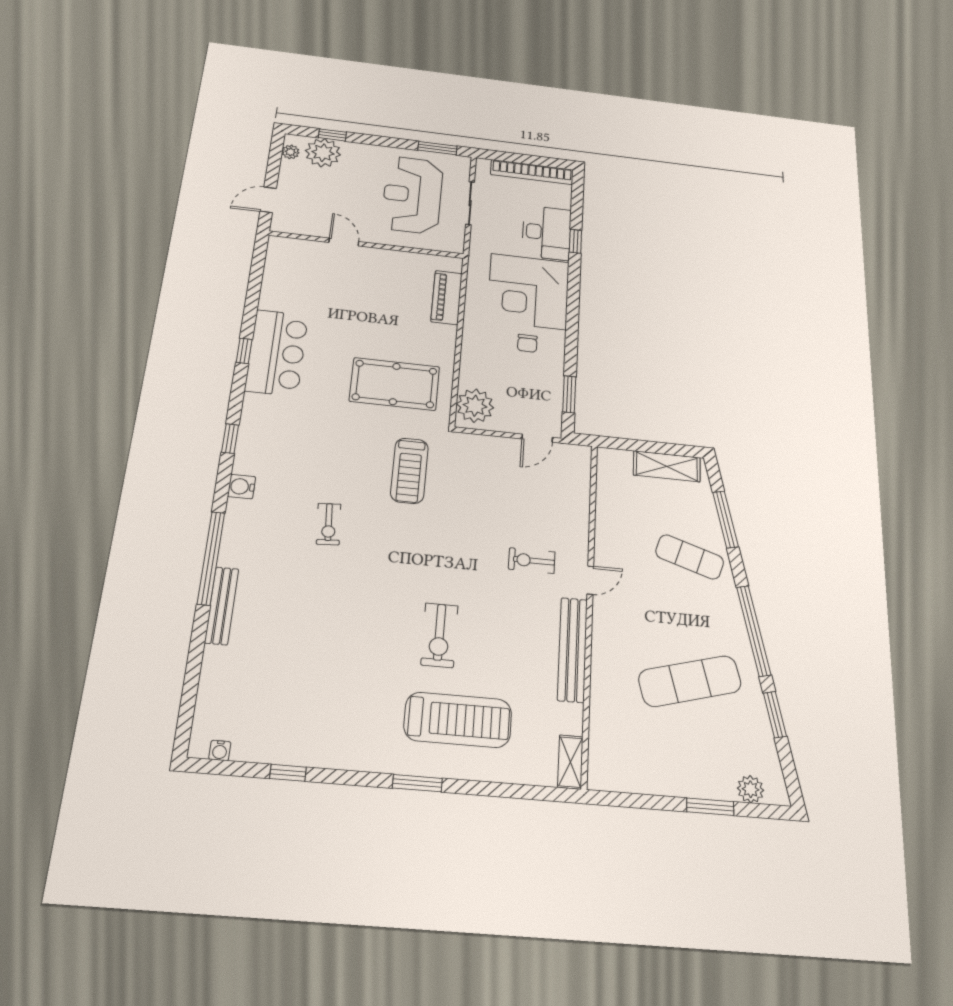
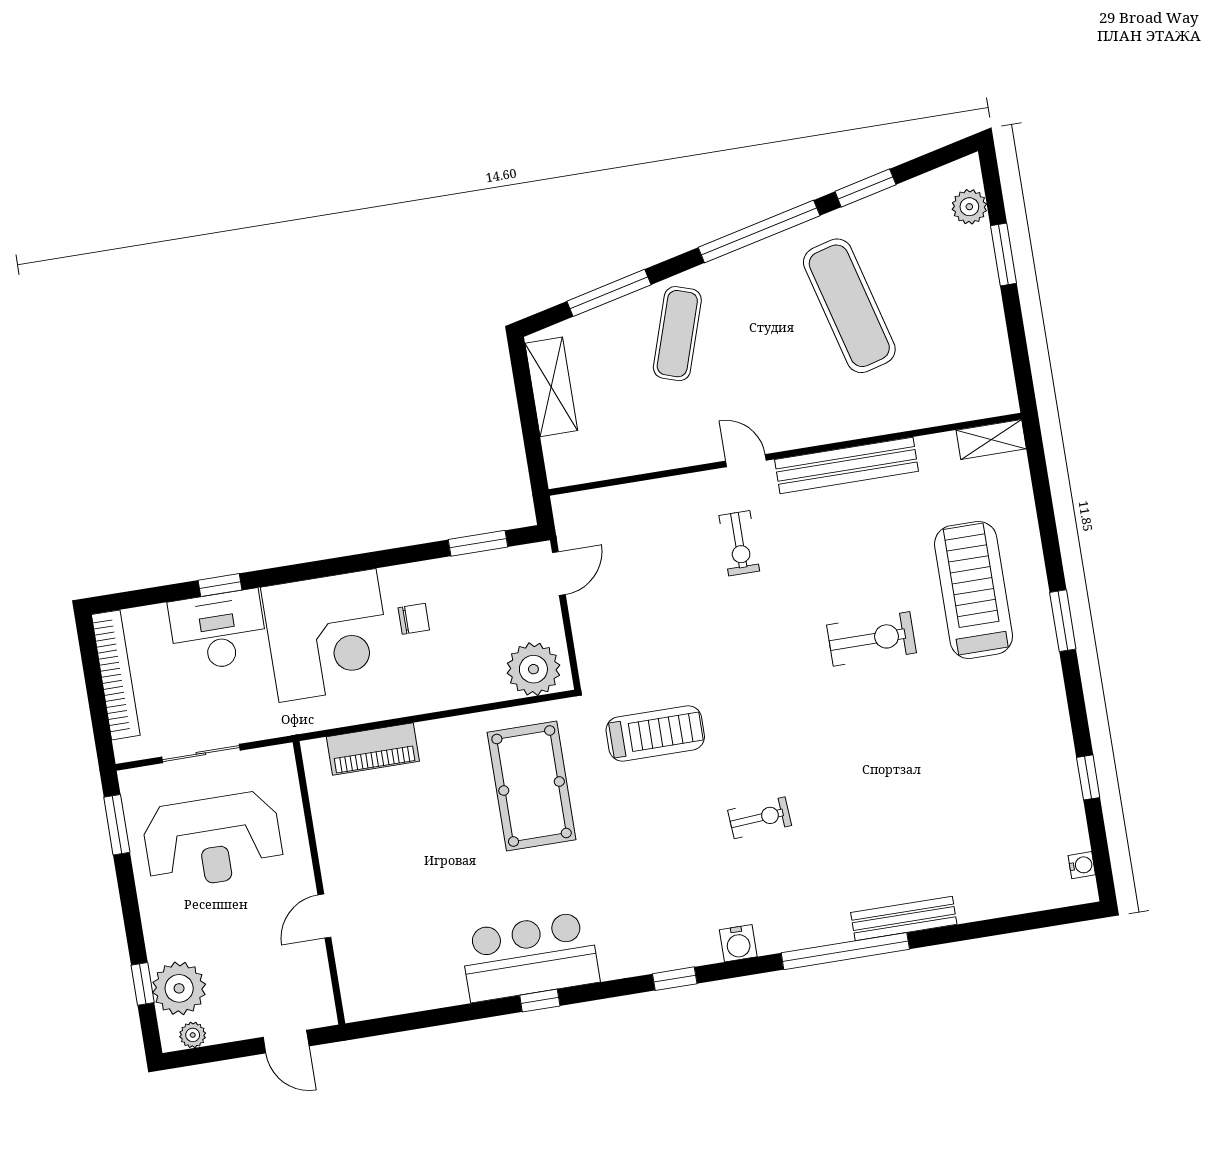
door: (537, 438) -> (559, 574), hinge flipped

